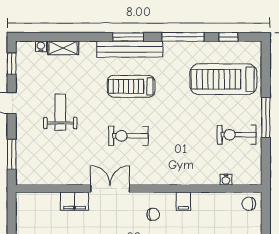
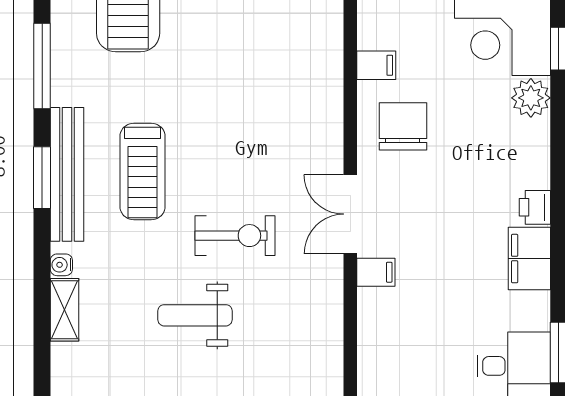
water cooler: (41, 46) -> (61, 265), moved
exercise bike: (128, 136) -> (235, 236), moved, turned -90
filing cabinet: (75, 201) -> (376, 272), width x0.50
chair: (153, 214) -> (403, 126), width x1.87, depth x1.87

